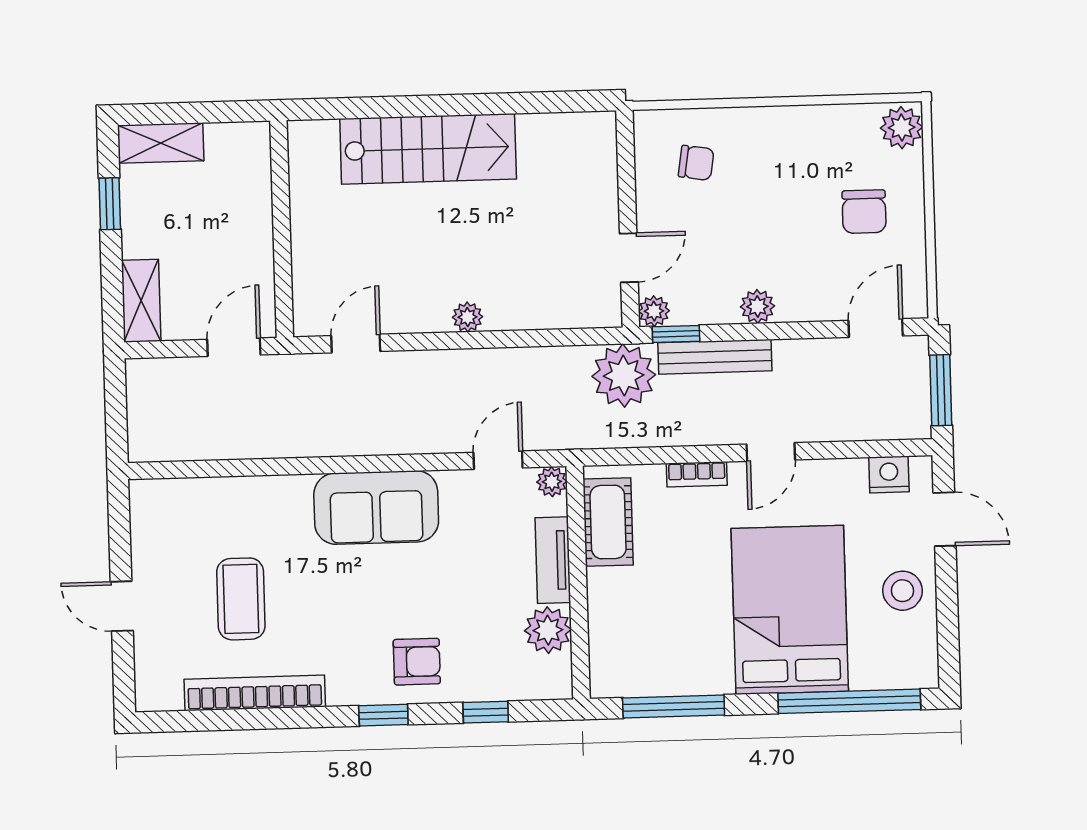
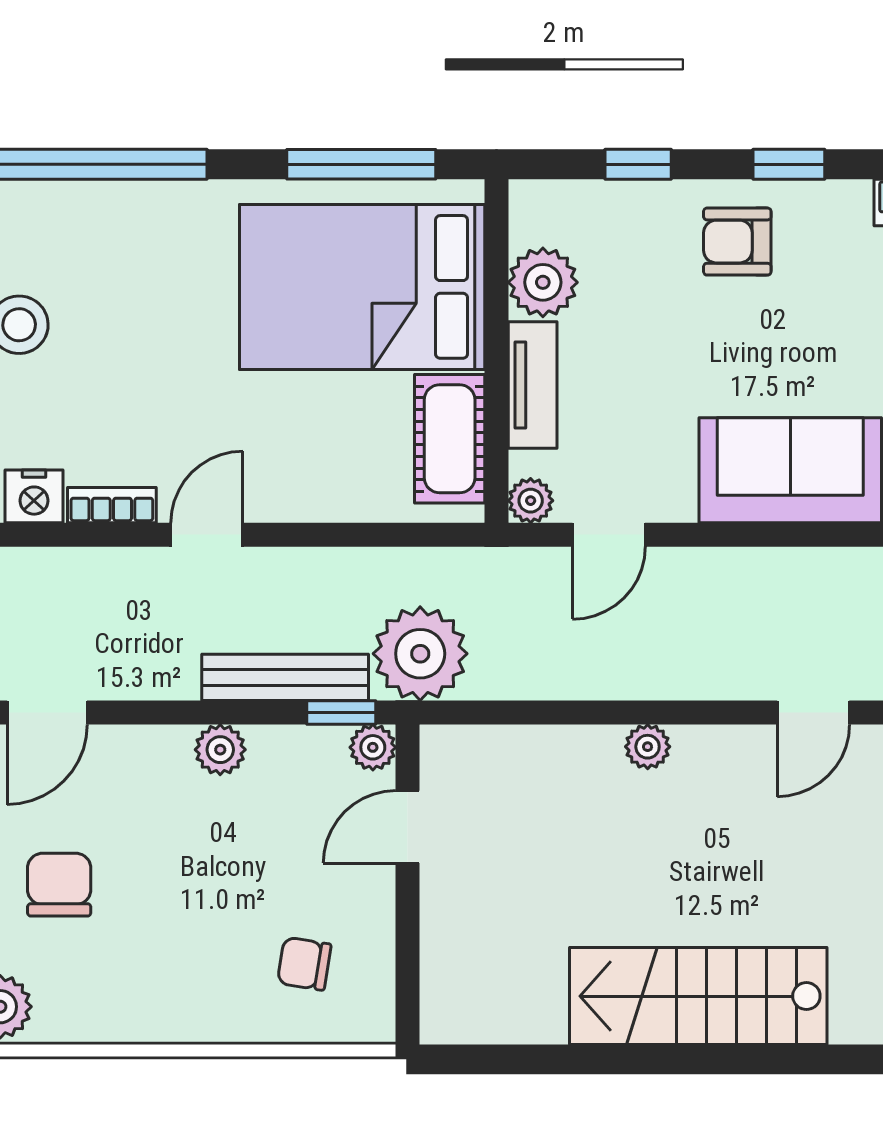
bookcase: (697, 474) -> (112, 505), moved
bed: (790, 610) -> (362, 287), moved, turned 90

